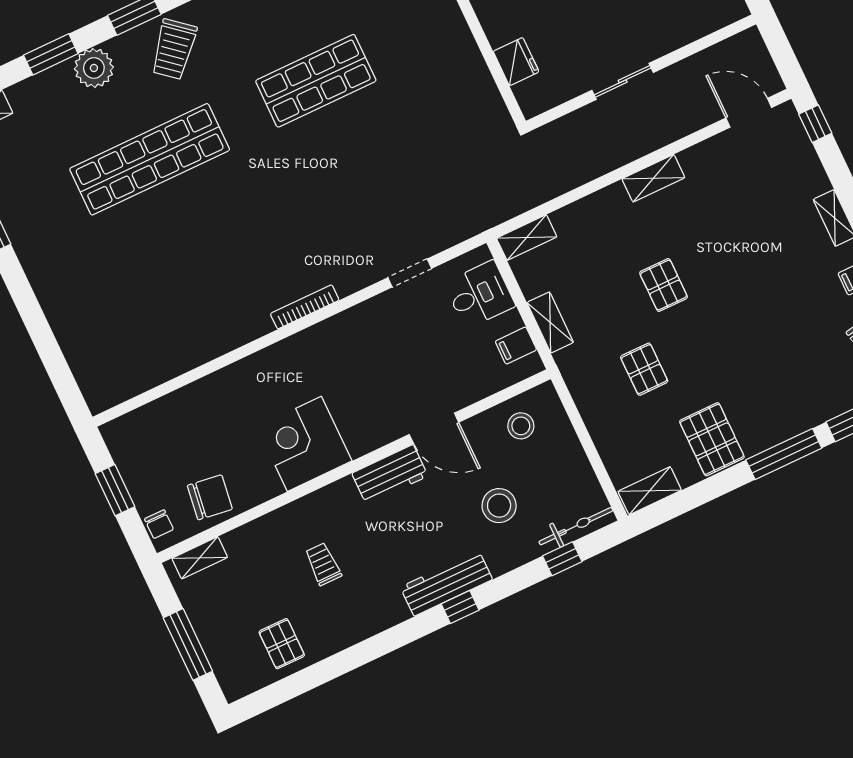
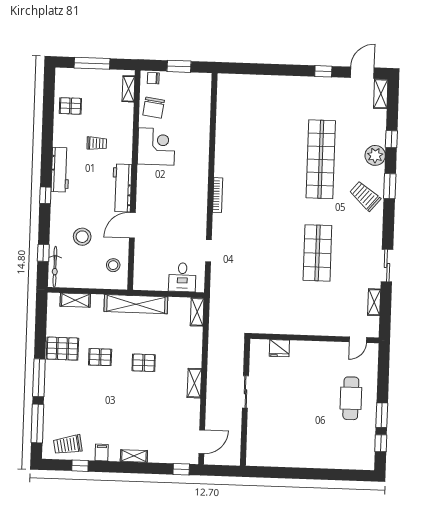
window: (51, 54) -> (391, 139), width x0.67
shelving: (550, 322) -> (136, 304), width x2.20, depth x1.33
filing cabinet: (516, 346) -> (151, 282), removed
pallet: (644, 369) -> (100, 357), moved
corner desk: (304, 444) -> (156, 147), moved
workbench: (390, 475) -> (122, 188), width x1.38
shelving: (650, 491) -> (75, 300), moved, turned 90
workbench: (446, 583) -> (60, 170), moved

